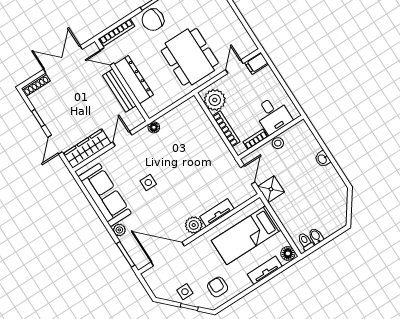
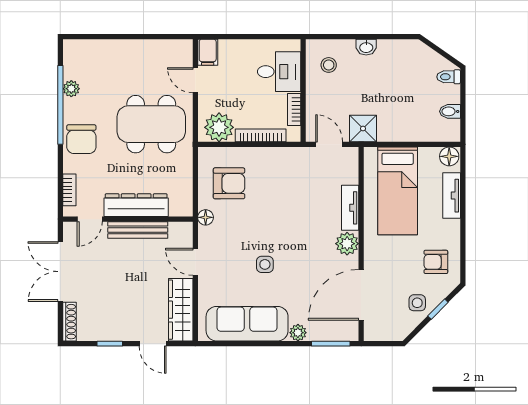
bookcase: (117, 32) -> (69, 190), width x0.64
armchair: (184, 128) -> (229, 183), added
stool: (278, 143) -> (329, 65), moved
toilet: (306, 242) -> (449, 77), moved

